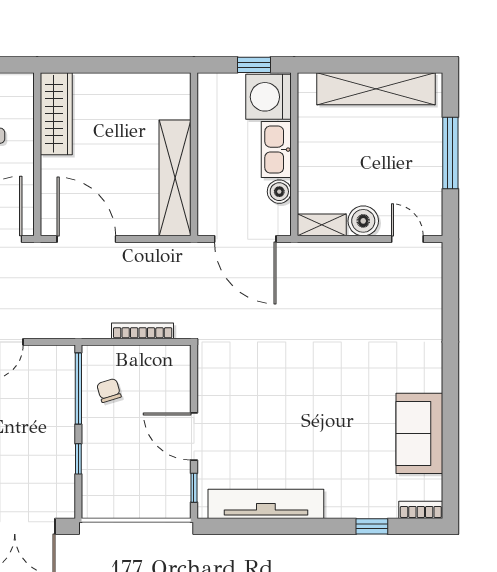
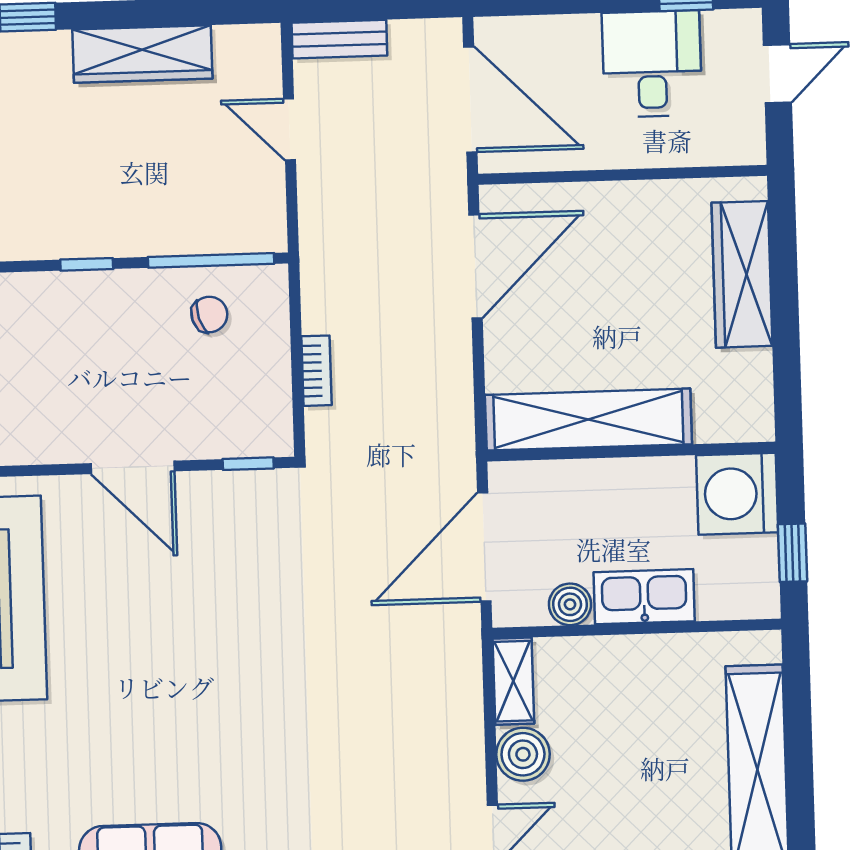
washing machine: (269, 97) -> (737, 494), moved, turned -90
wardrobe: (56, 114) -> (742, 274), moved, turned 90
bookcase: (143, 331) -> (317, 371), width x0.64
door: (194, 437) -> (133, 467), swing flipped
window: (194, 488) -> (248, 464), moved

